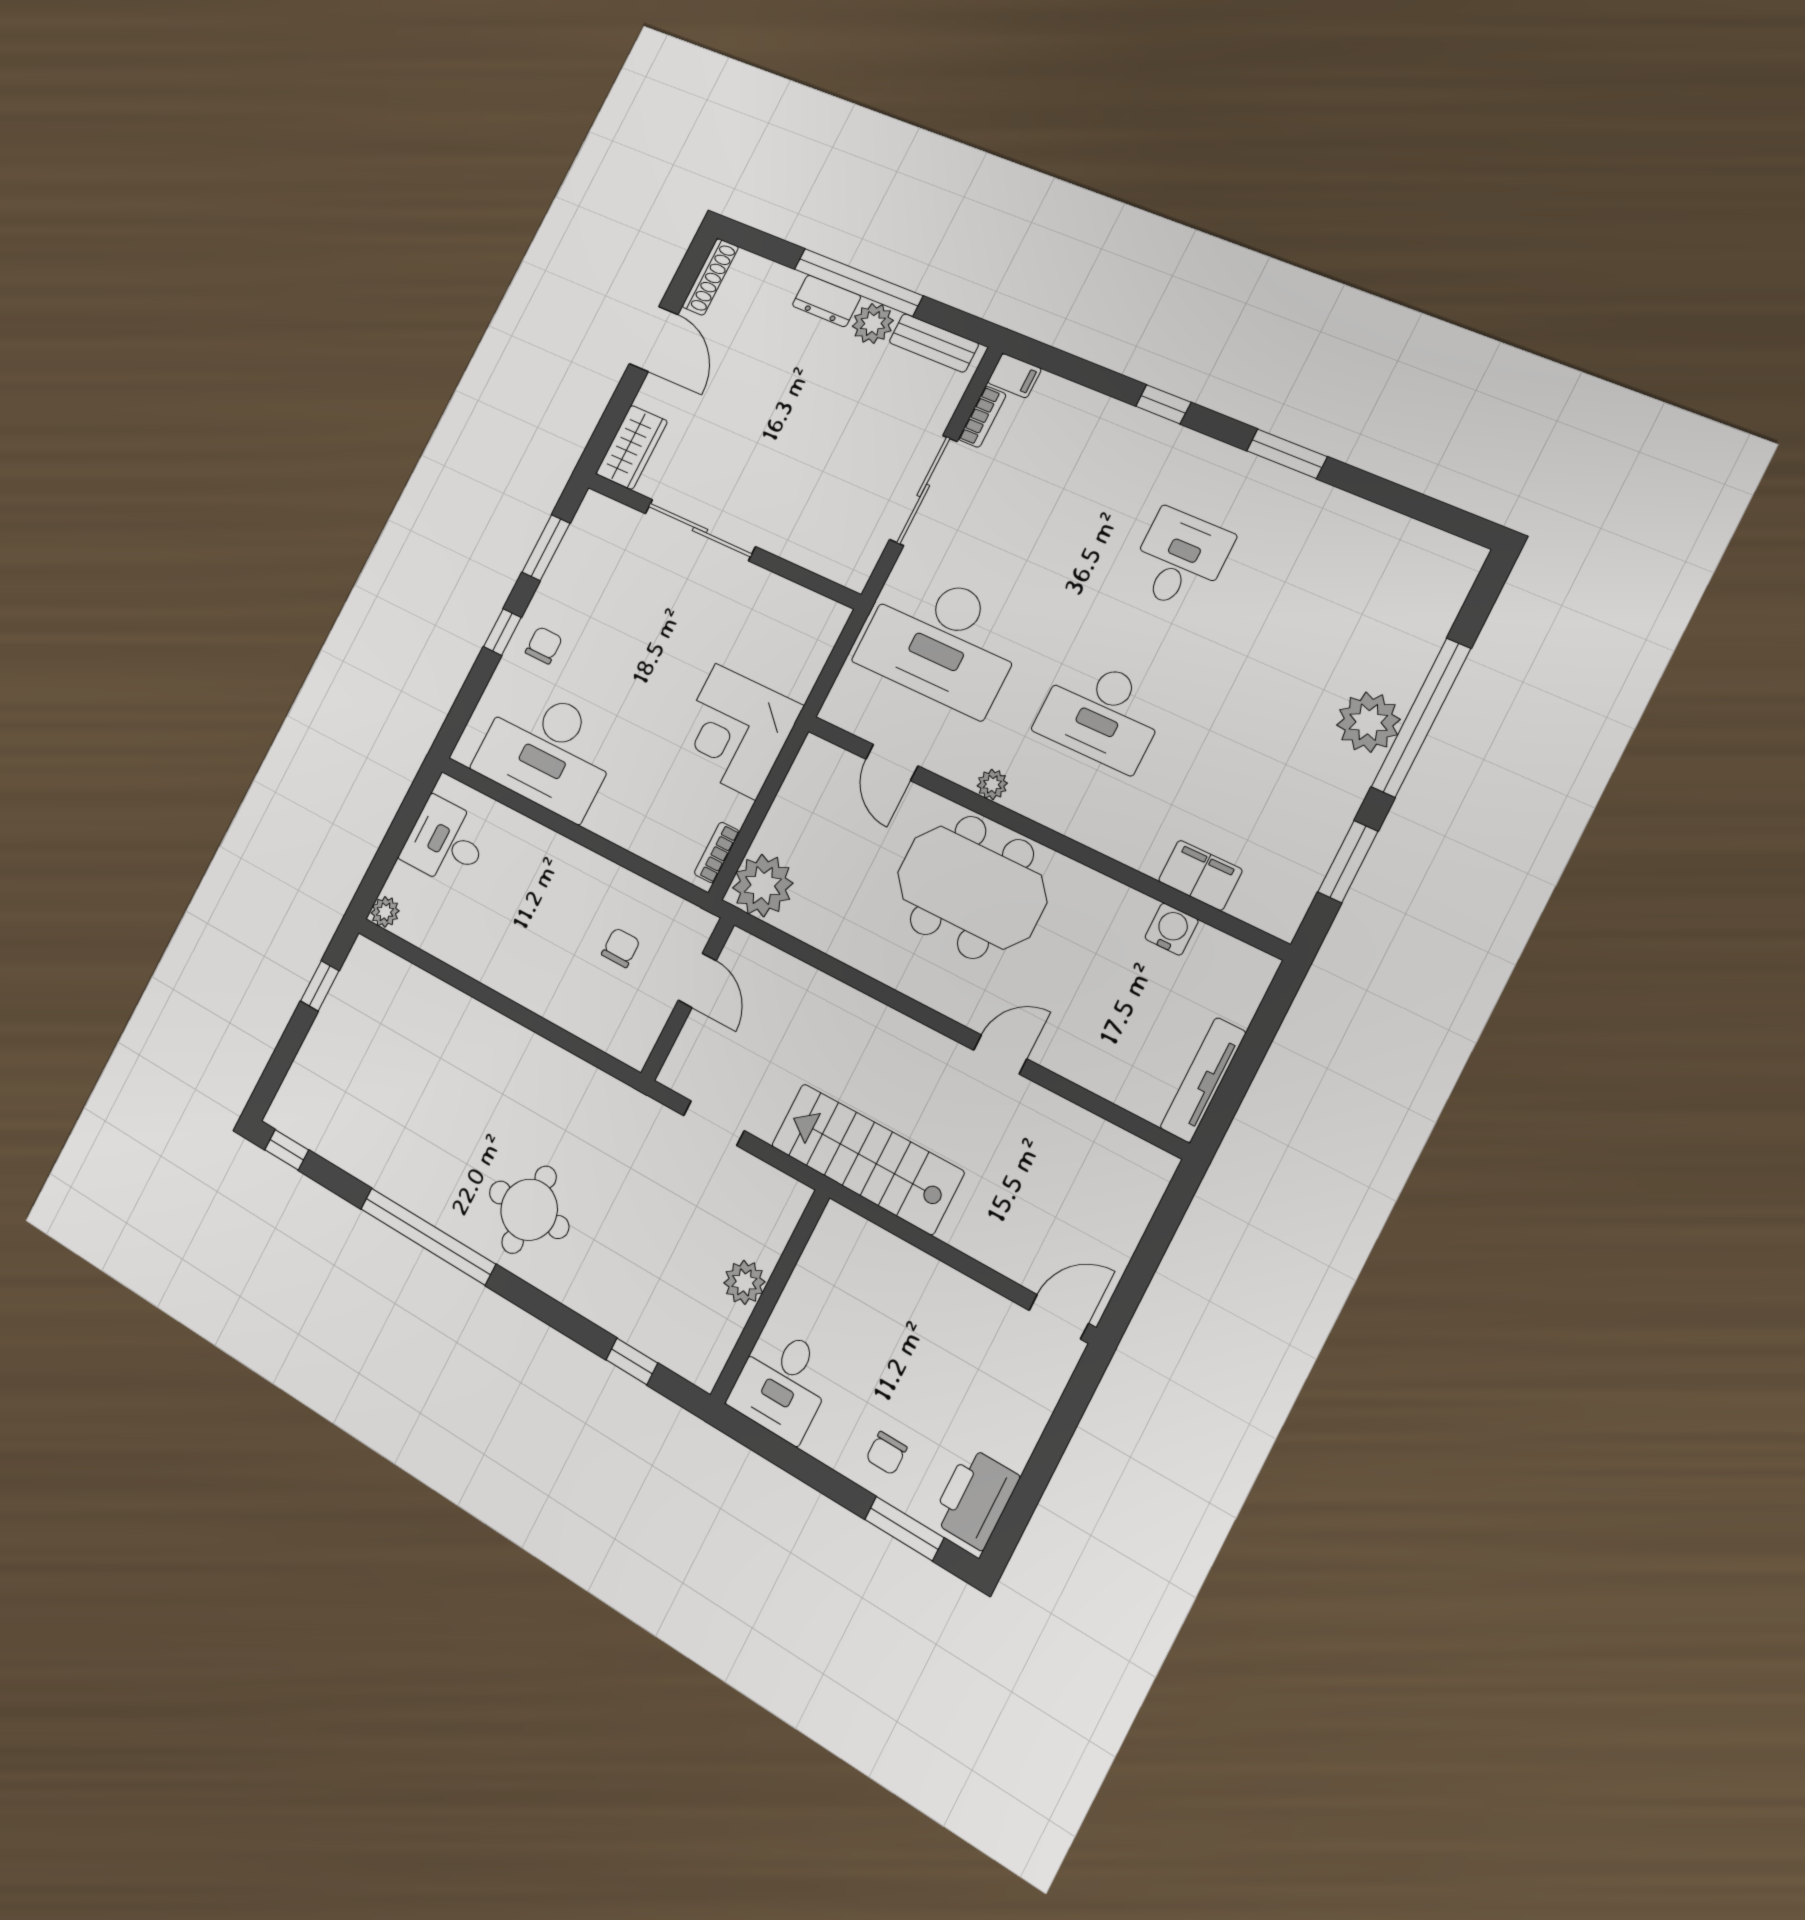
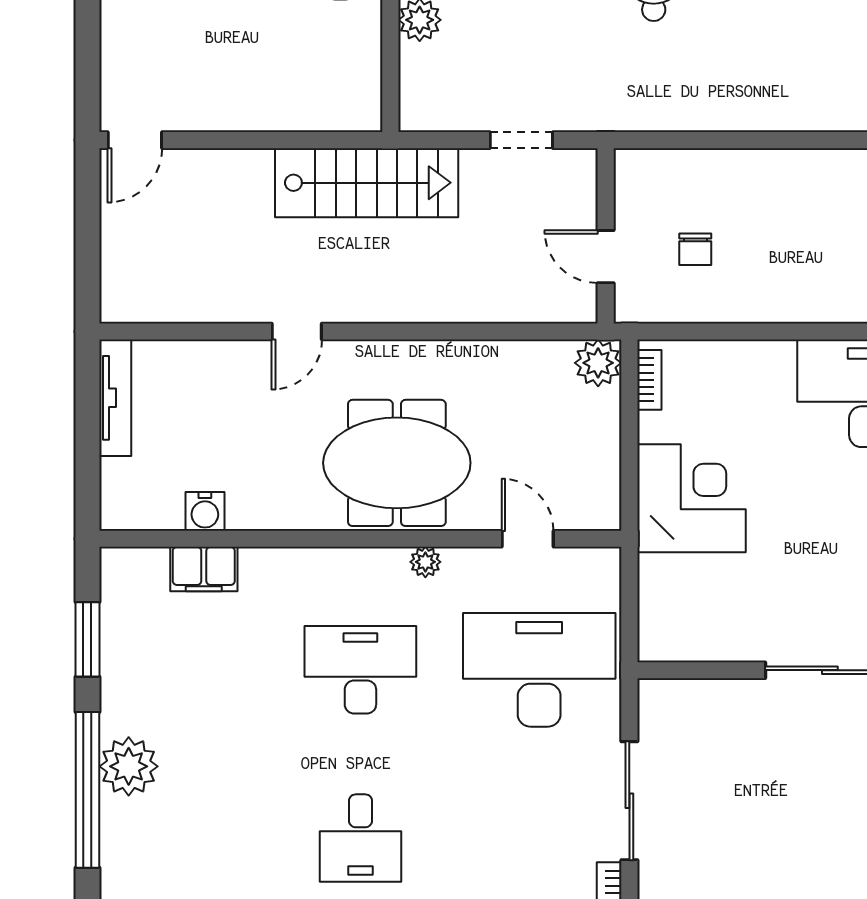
plant: (763, 885) -> (598, 363), width x0.73, depth x0.73

